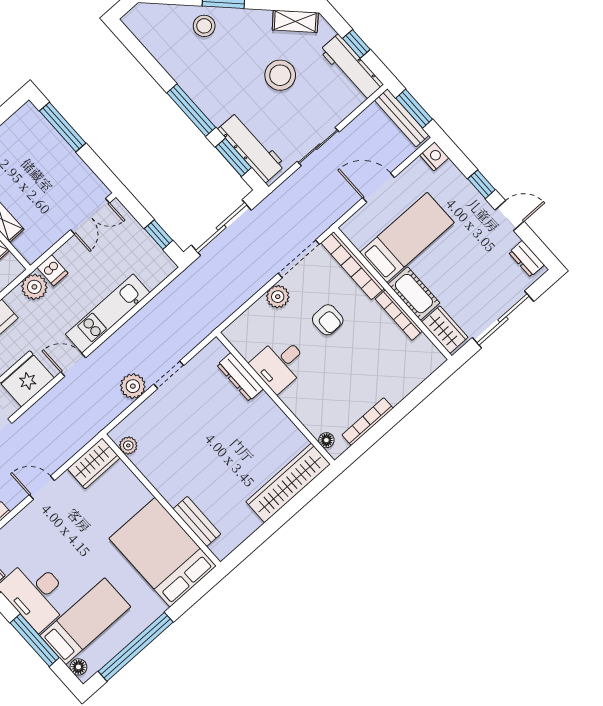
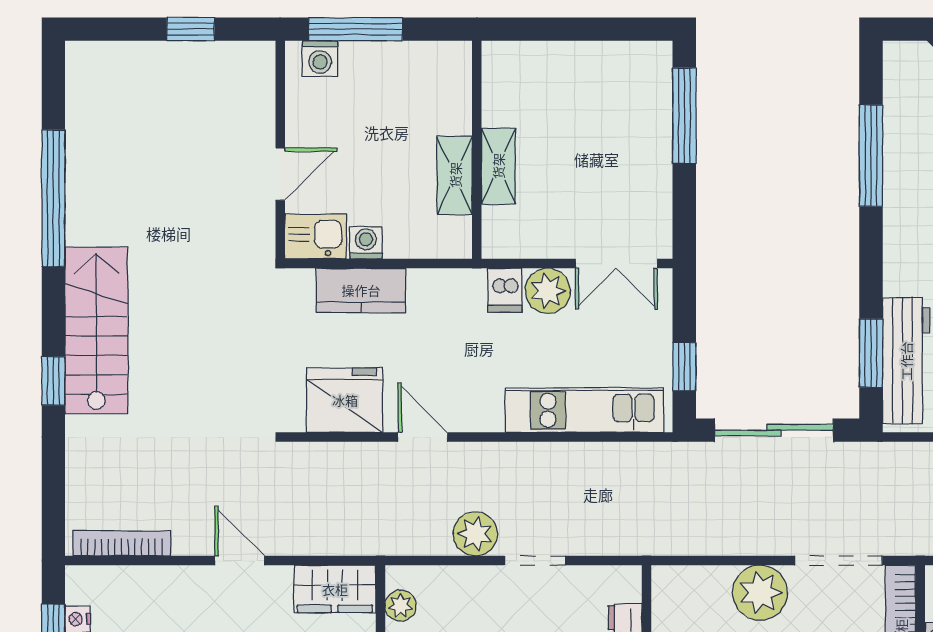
window: (191, 110) -> (871, 156), moved
plant: (34, 287) -> (548, 291), moved
plant: (278, 297) -> (760, 593), width x1.36, depth x1.36
kitchen unit: (108, 313) -> (584, 410), moved

